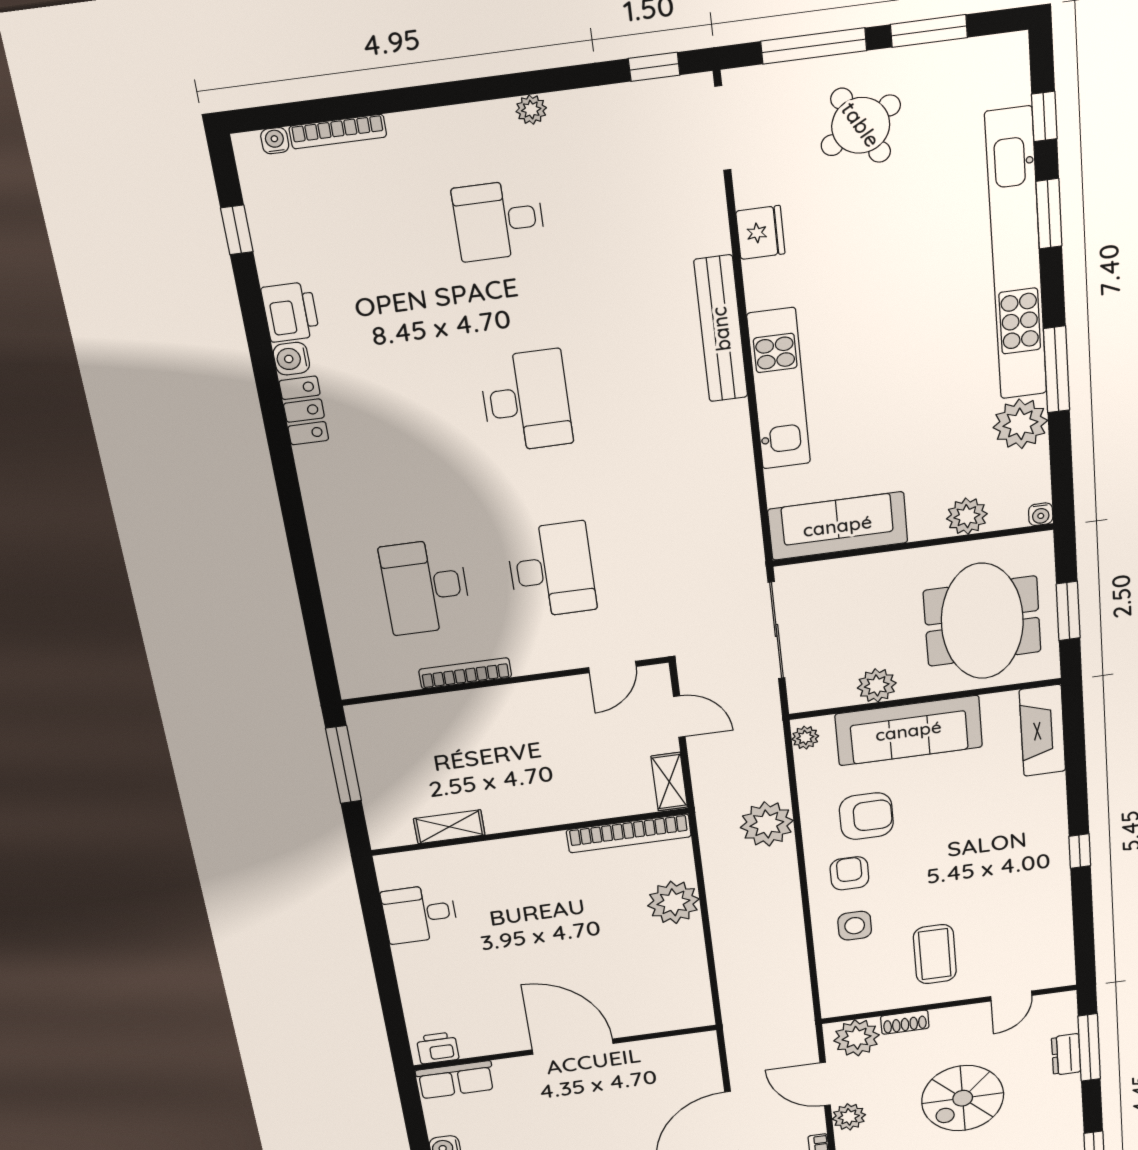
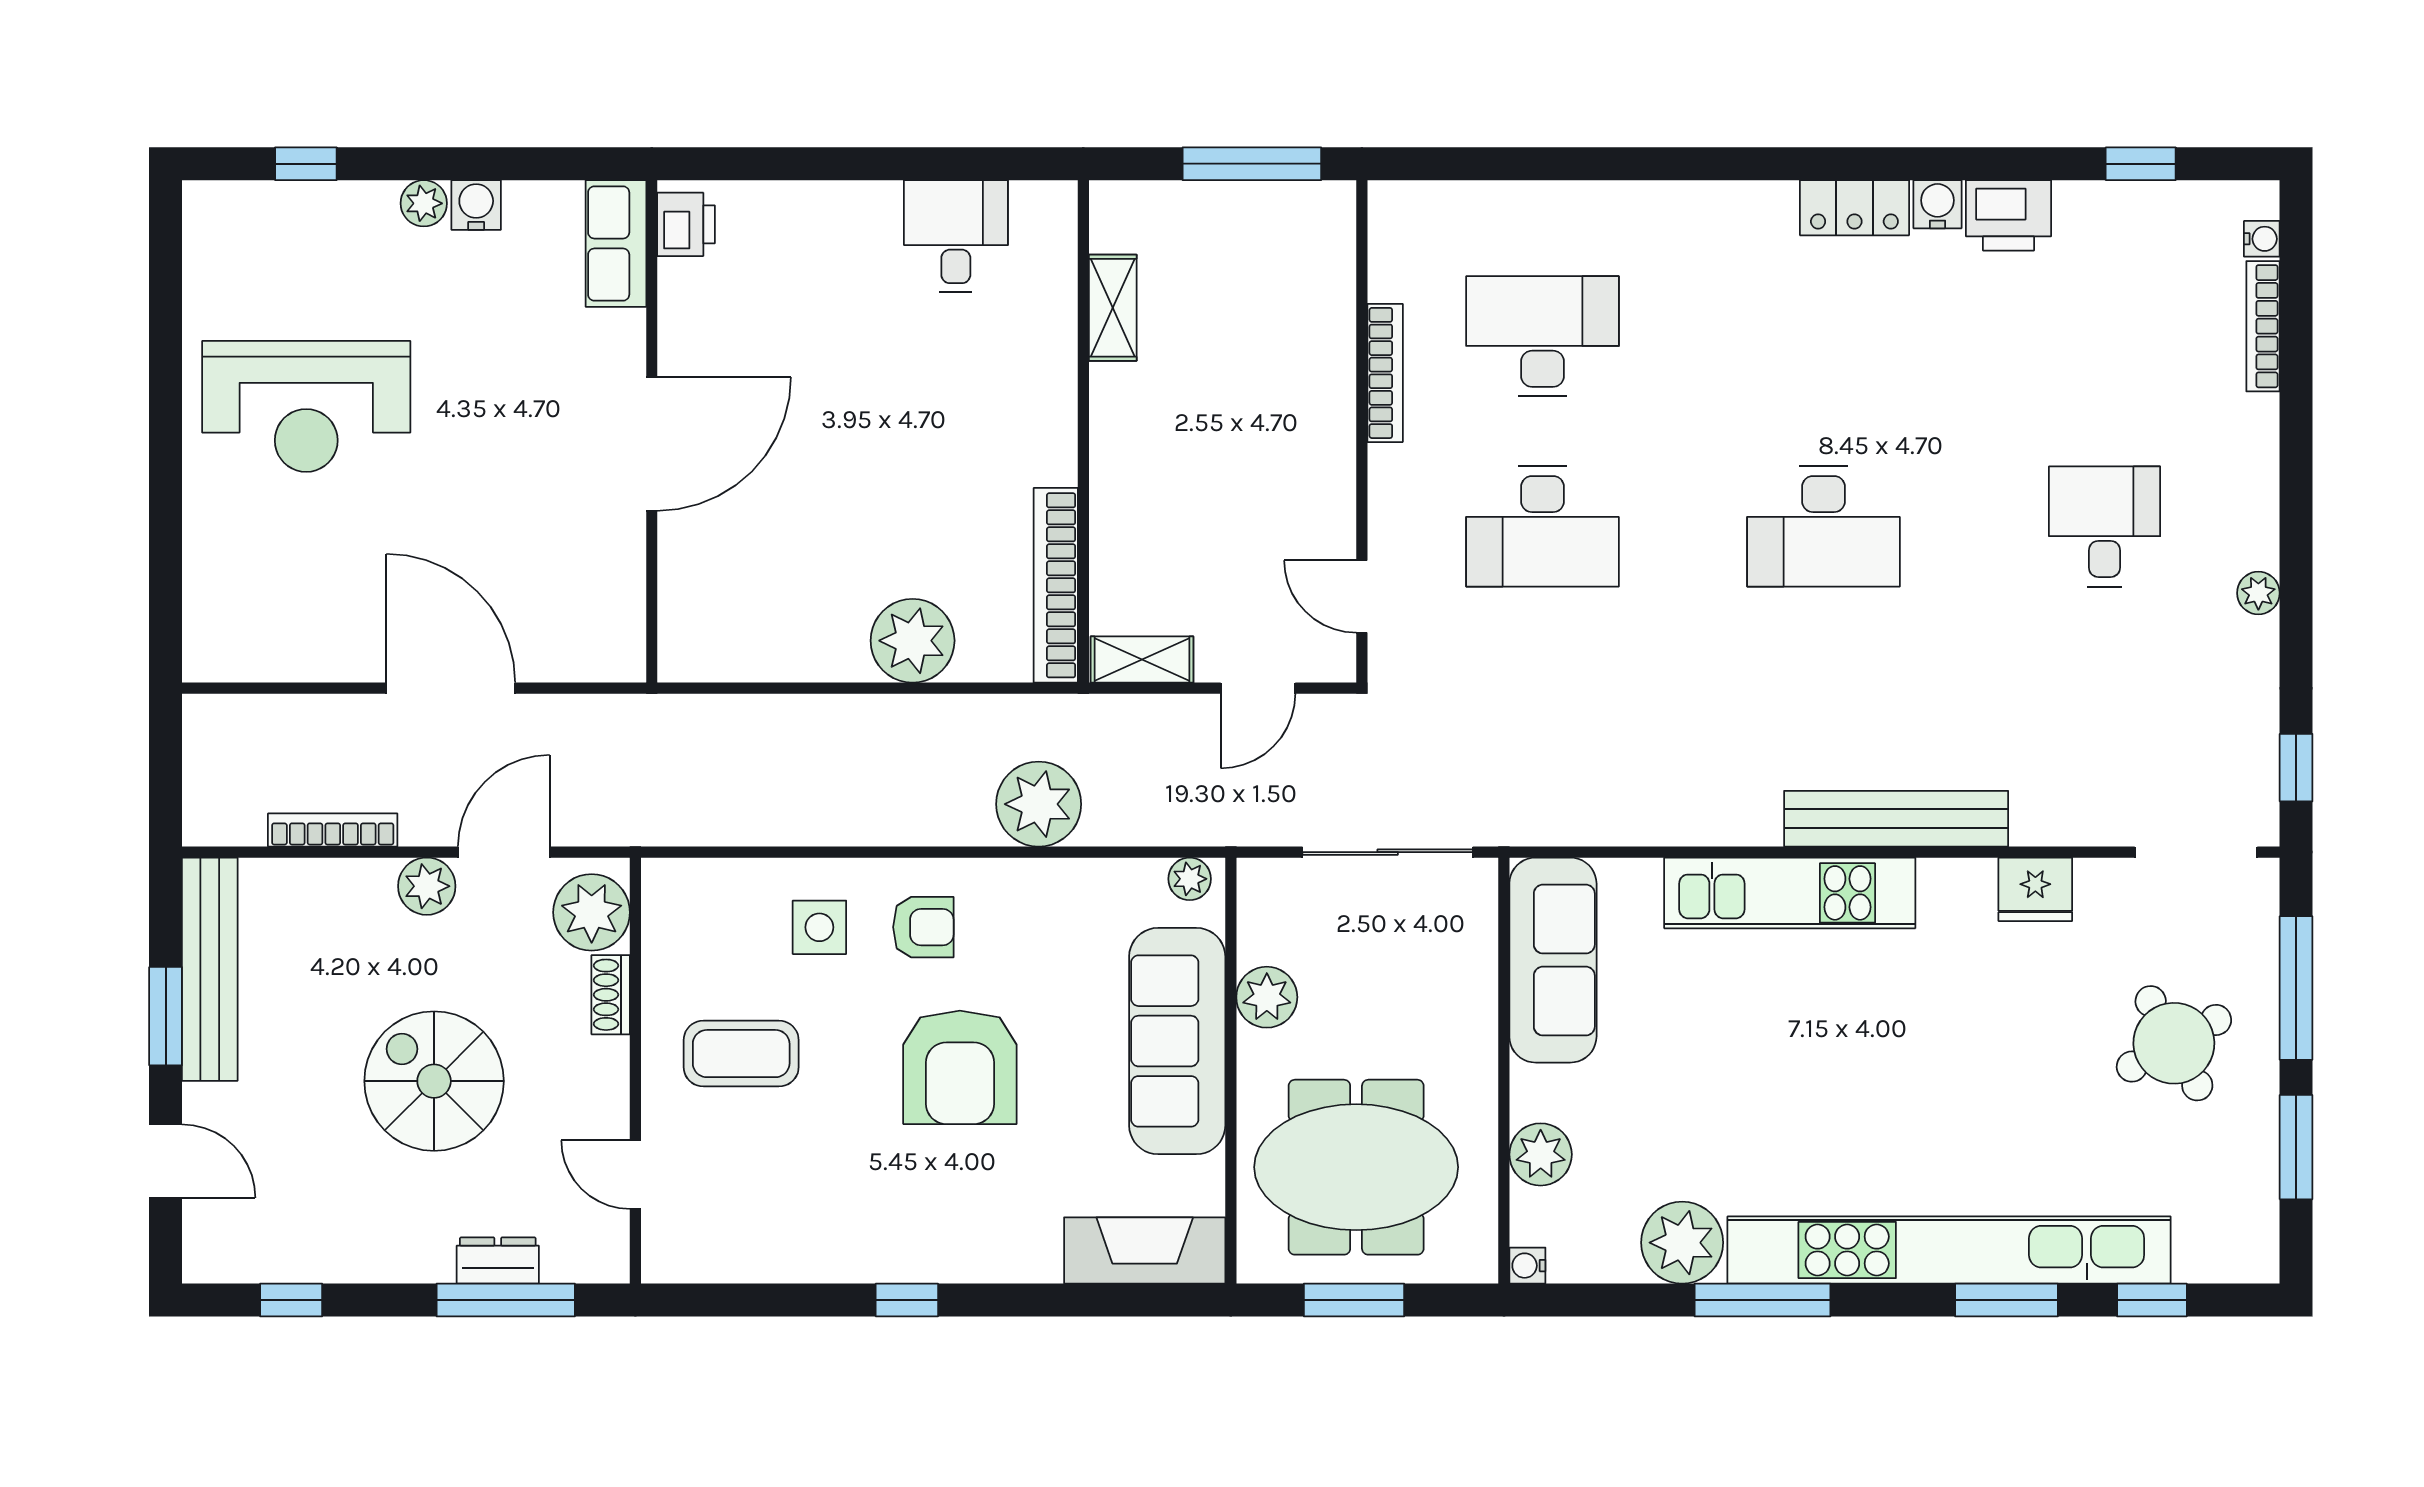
armchair: (866, 816) -> (960, 1067), moved, width x1.36, depth x1.36

